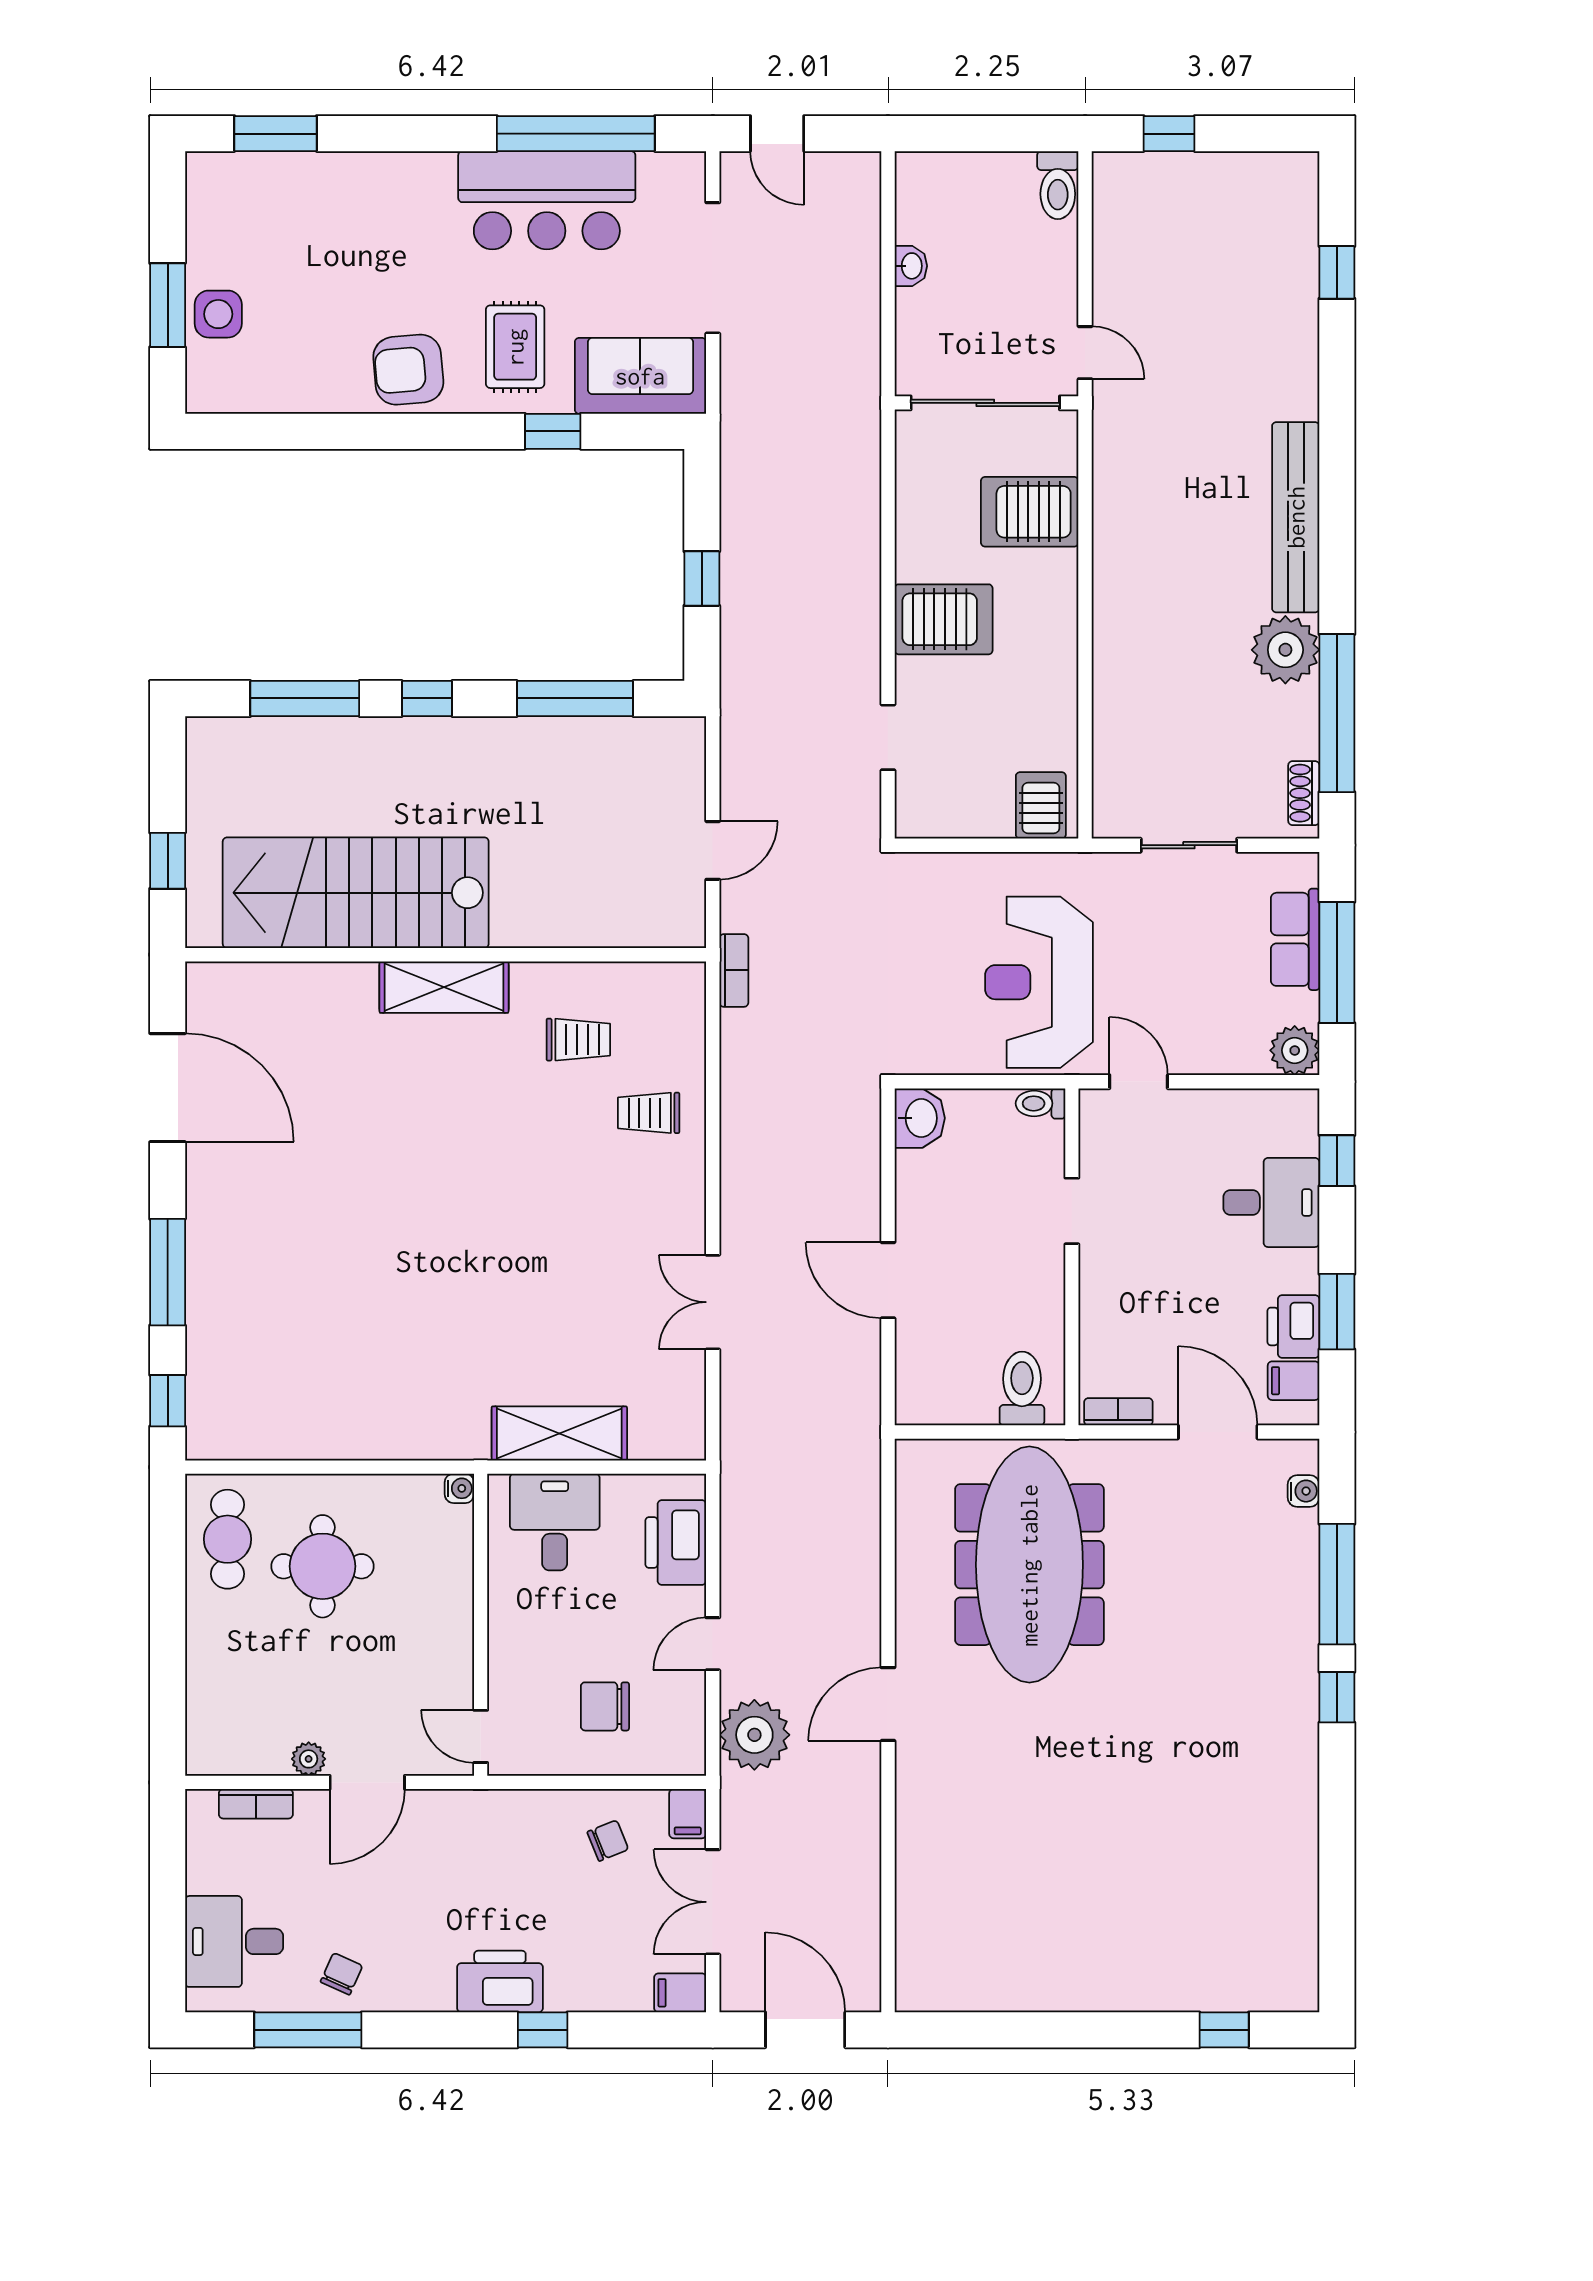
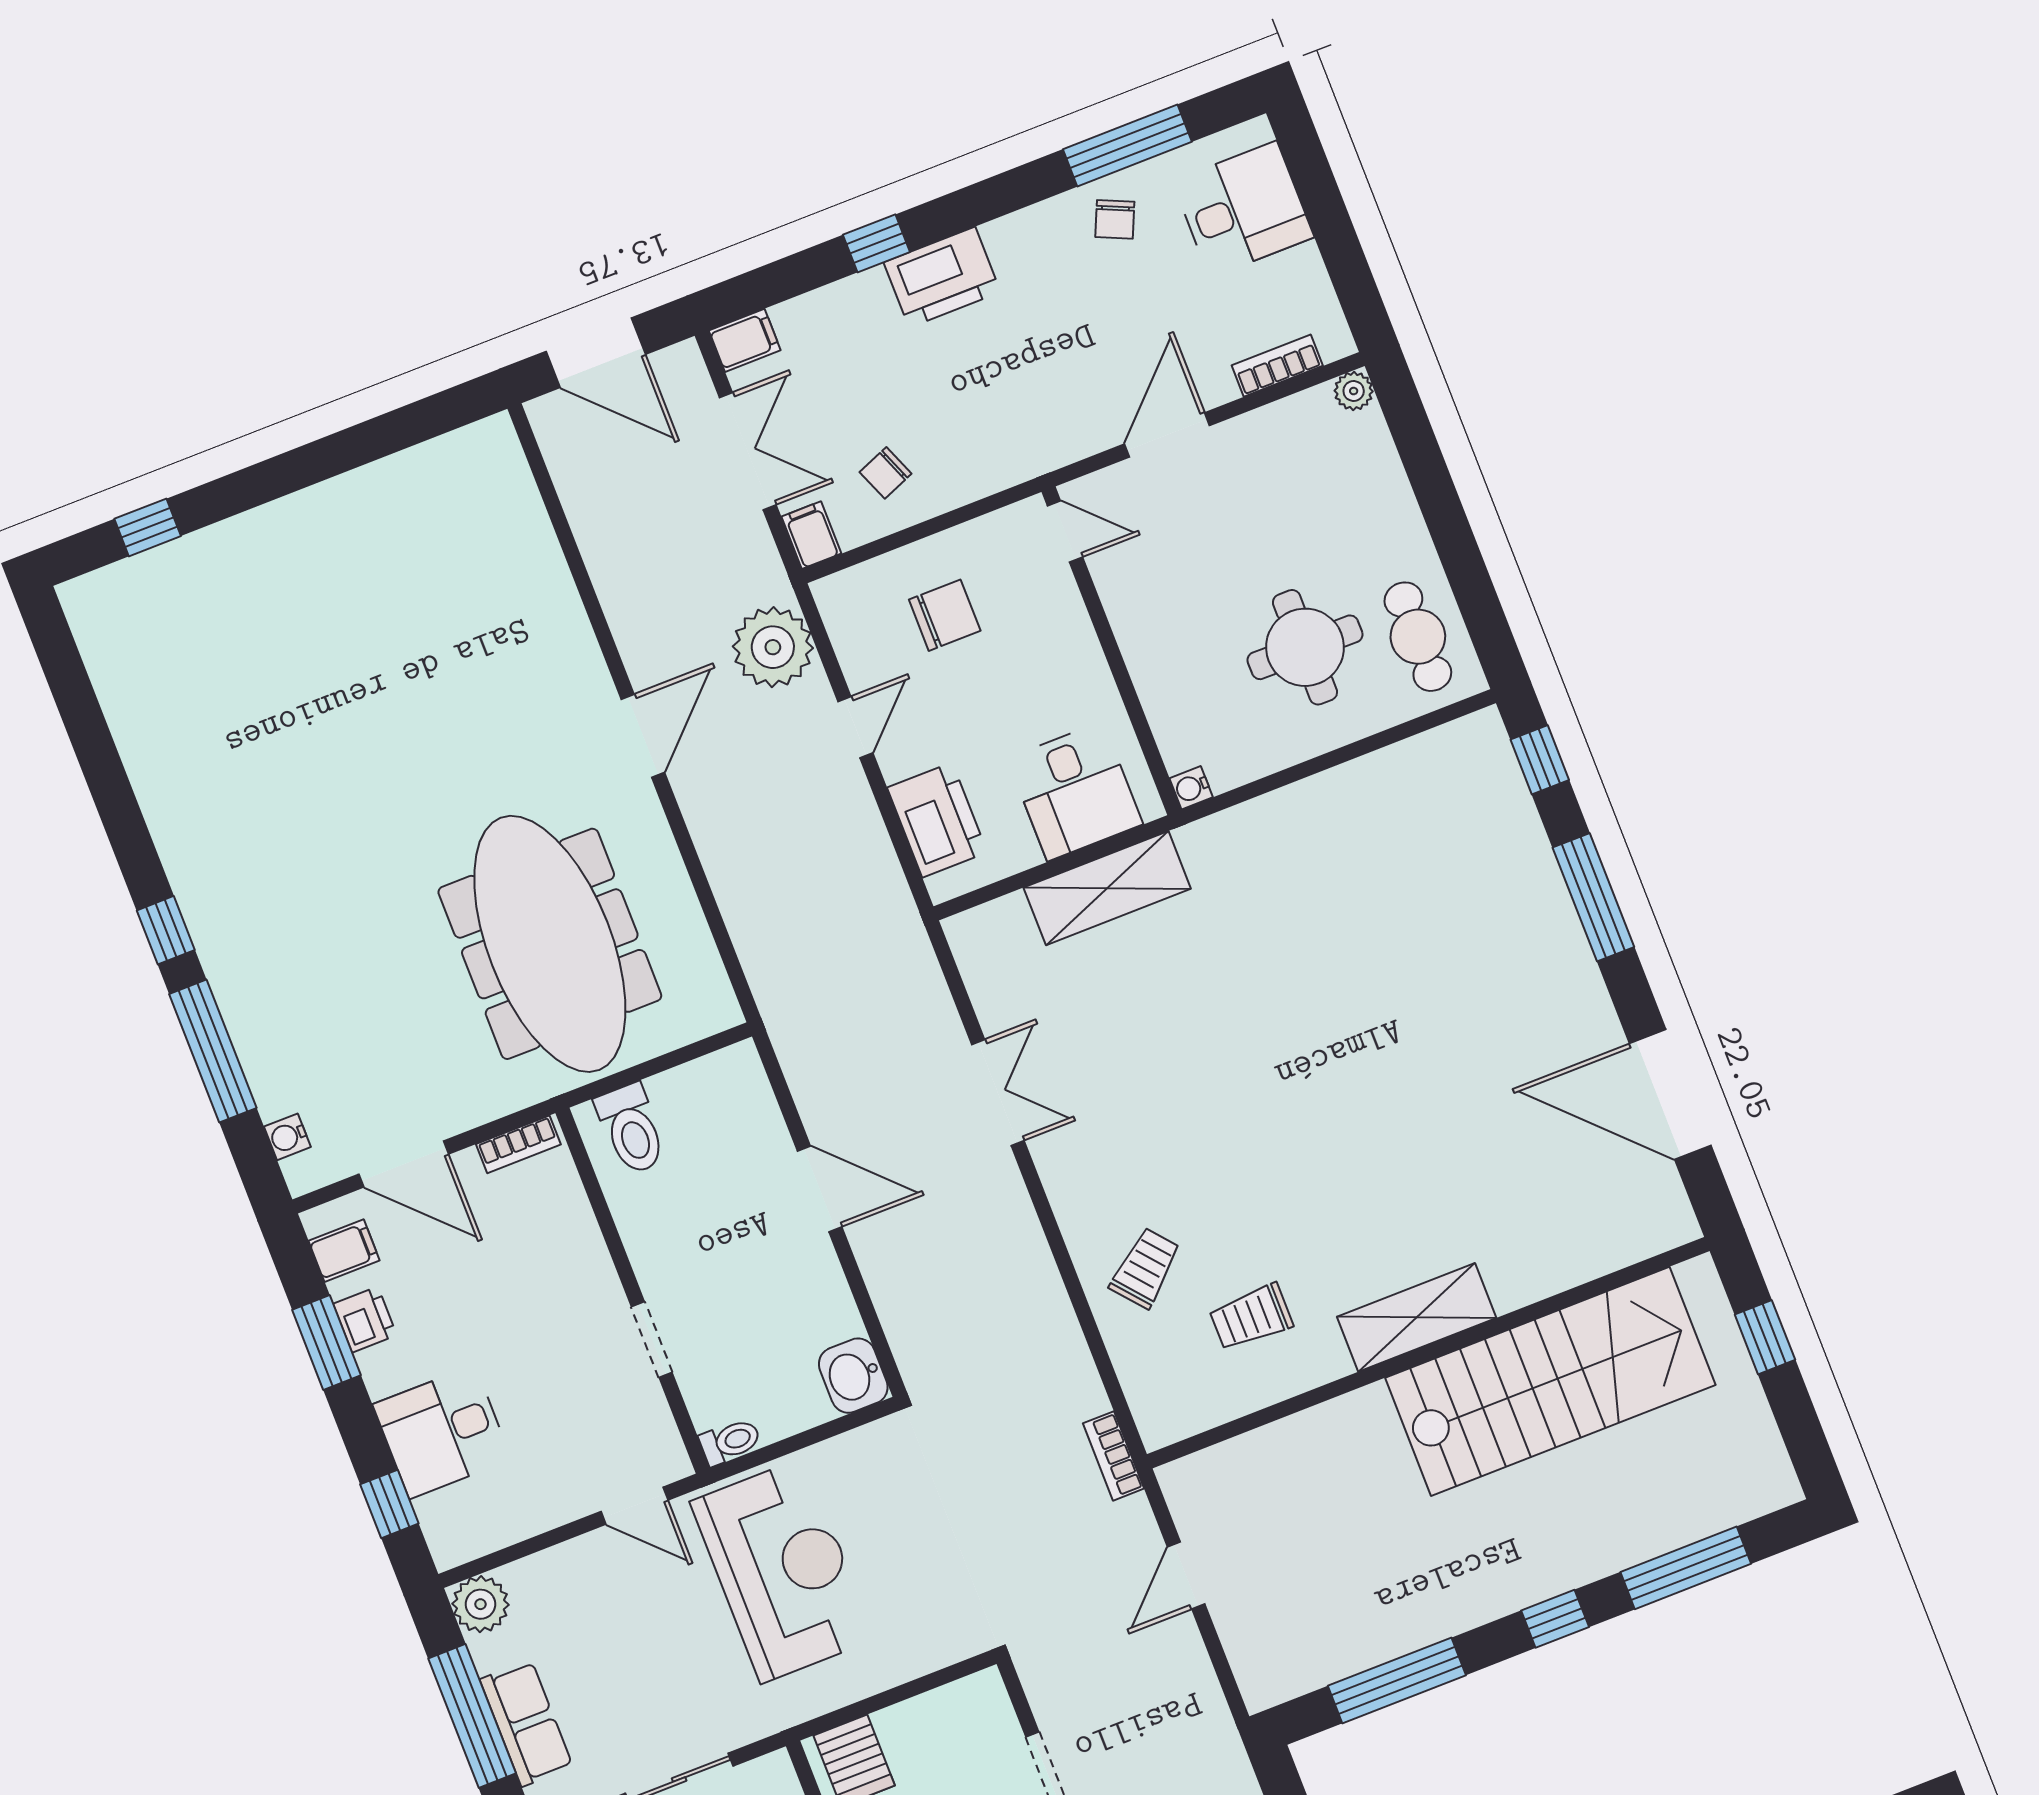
trolley: (649, 1113) -> (1145, 1268), turned -40
printer: (1293, 1326) -> (365, 1320), width x0.73, depth x0.81
plant: (309, 1759) -> (1354, 391), moved

